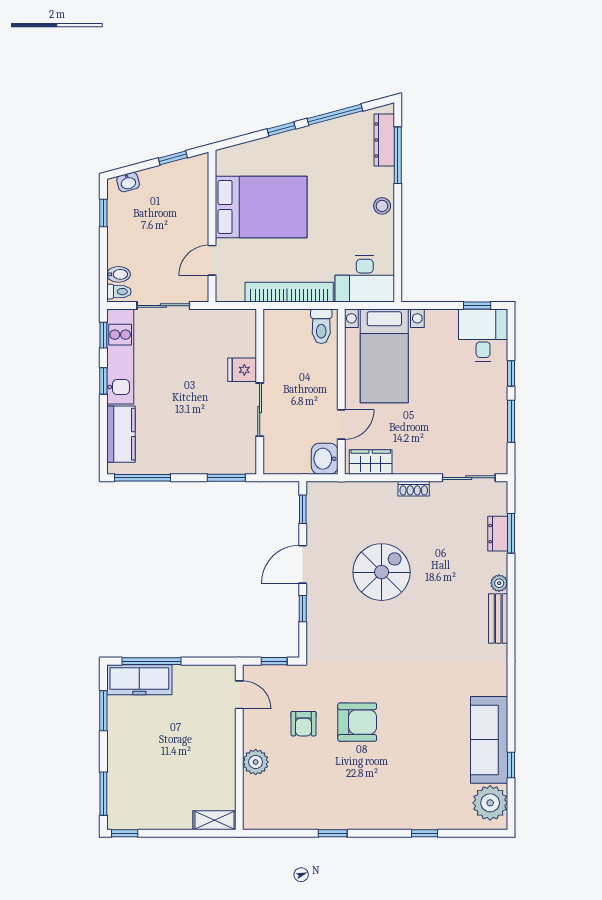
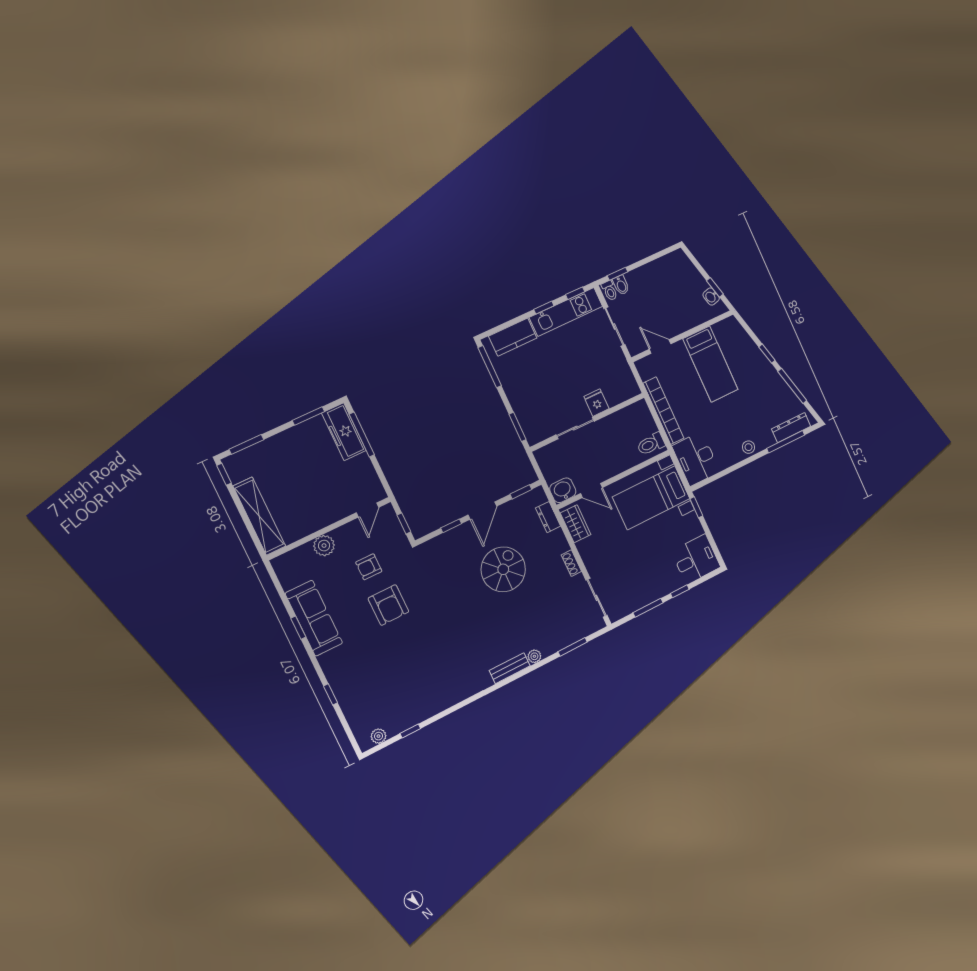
washbasin: (128, 182) -> (711, 296), moved
bed: (261, 207) -> (710, 364), width x0.67
window: (103, 213) -> (617, 274), moved
window: (477, 306) -> (696, 507), moved
dresser: (498, 534) -> (548, 517), moved, turned -90
door: (303, 564) -> (482, 511), swing flipped
spiral stairs: (382, 572) -> (503, 569), turned -90
sofa: (489, 740) -> (314, 618), moved, turned 90
plant: (490, 803) -> (379, 736), width x0.53, depth x0.53
shelving: (215, 820) -> (259, 516), width x2.20, depth x1.33

